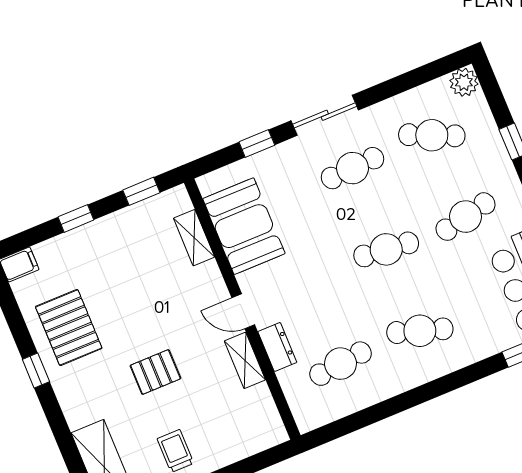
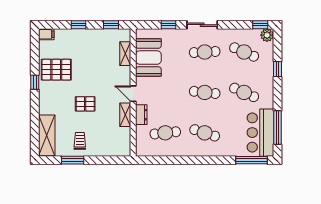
window: (442, 67) -> (260, 25), added
cafe table: (465, 217) -> (244, 92), turned 36
pallet: (69, 327) -> (56, 70), turned 90

